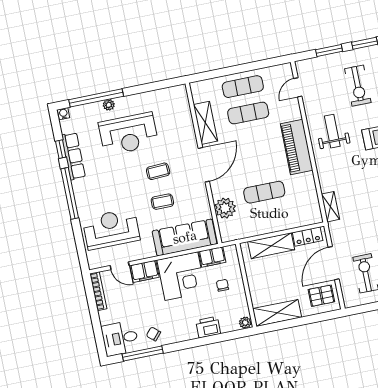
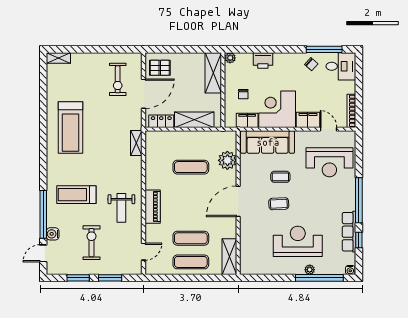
shelving: (205, 123) -> (229, 257), moved
piano: (297, 147) -> (153, 207), width x0.73, depth x0.75
shelving: (277, 313) -> (213, 73), moved, turned 90

